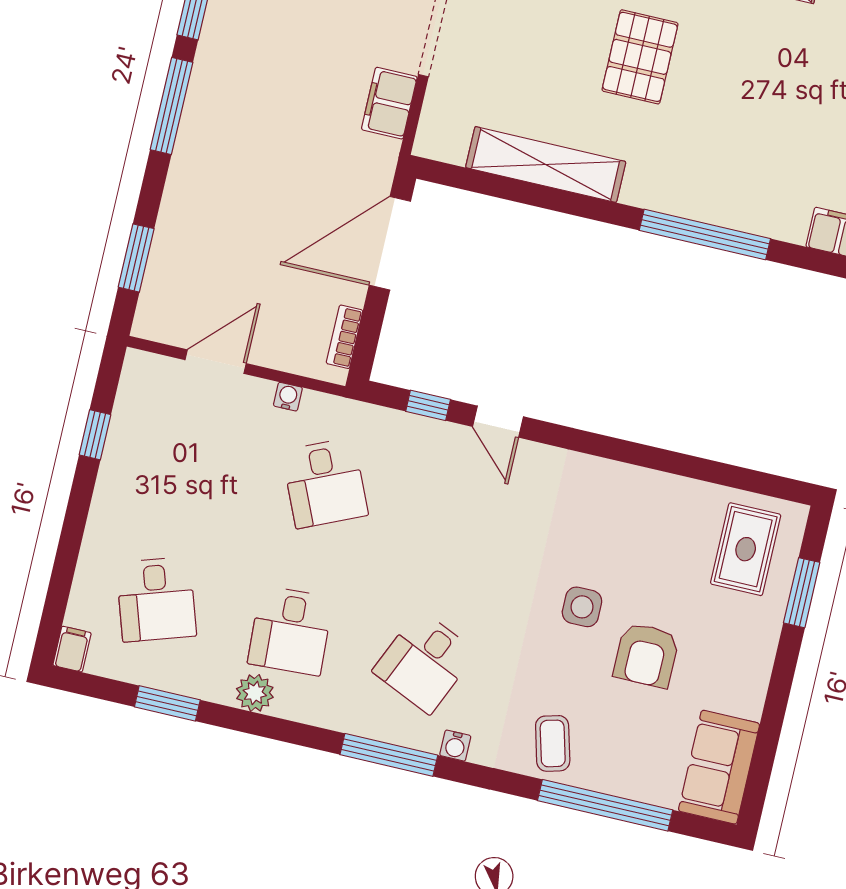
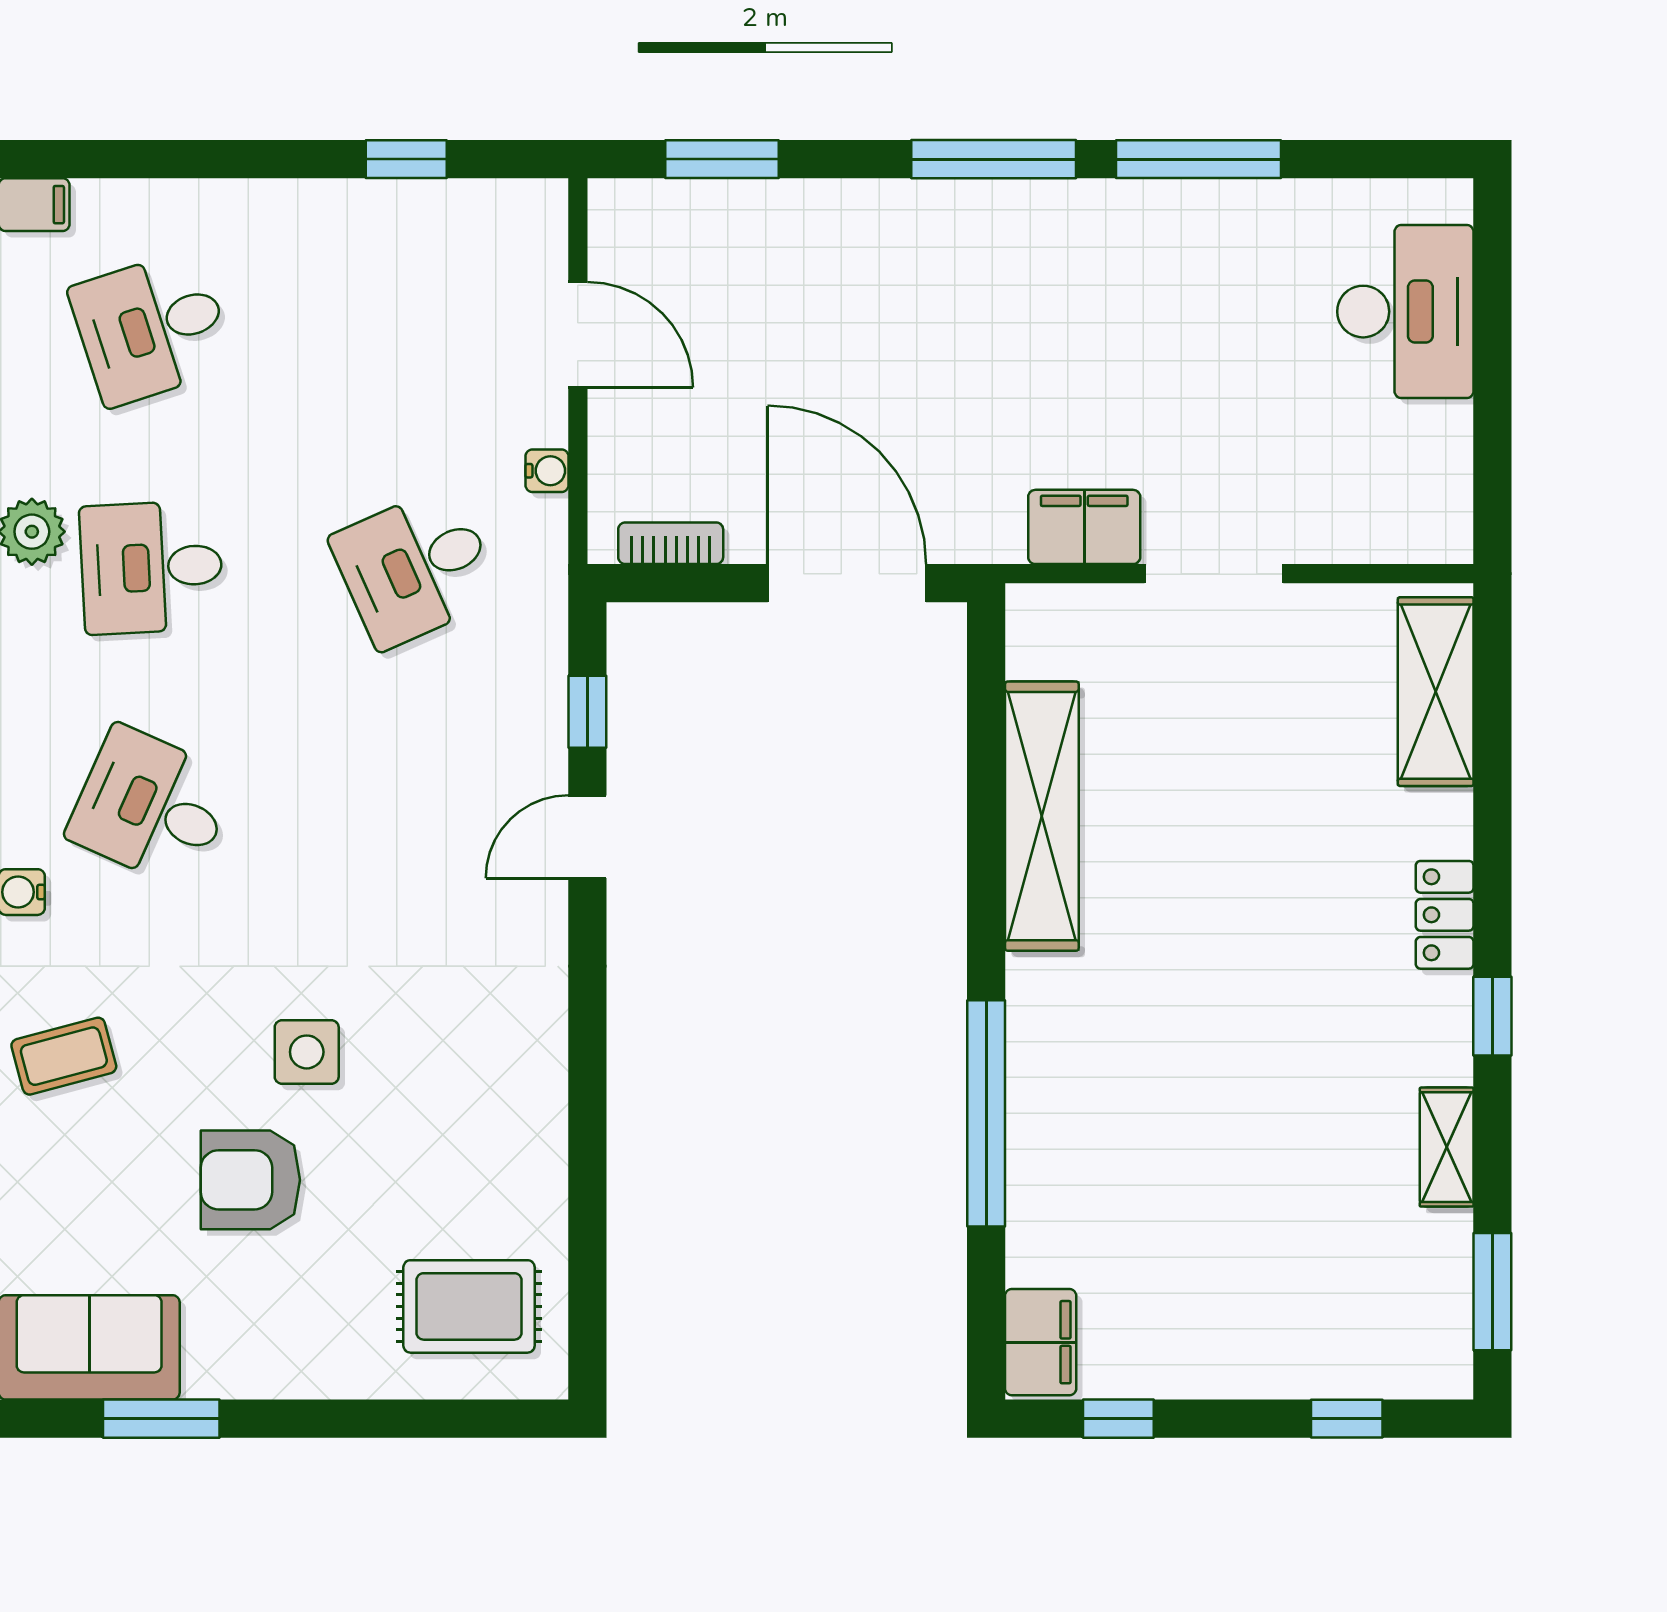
pallet: (640, 57) -> (1261, 933), removed
window: (802, 593) -> (161, 1419), moved

